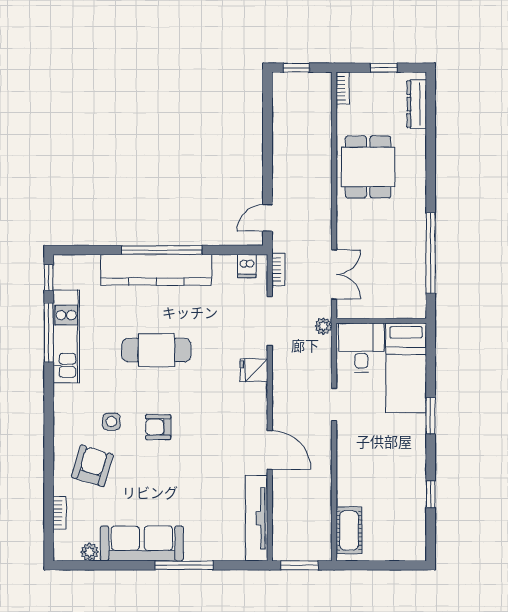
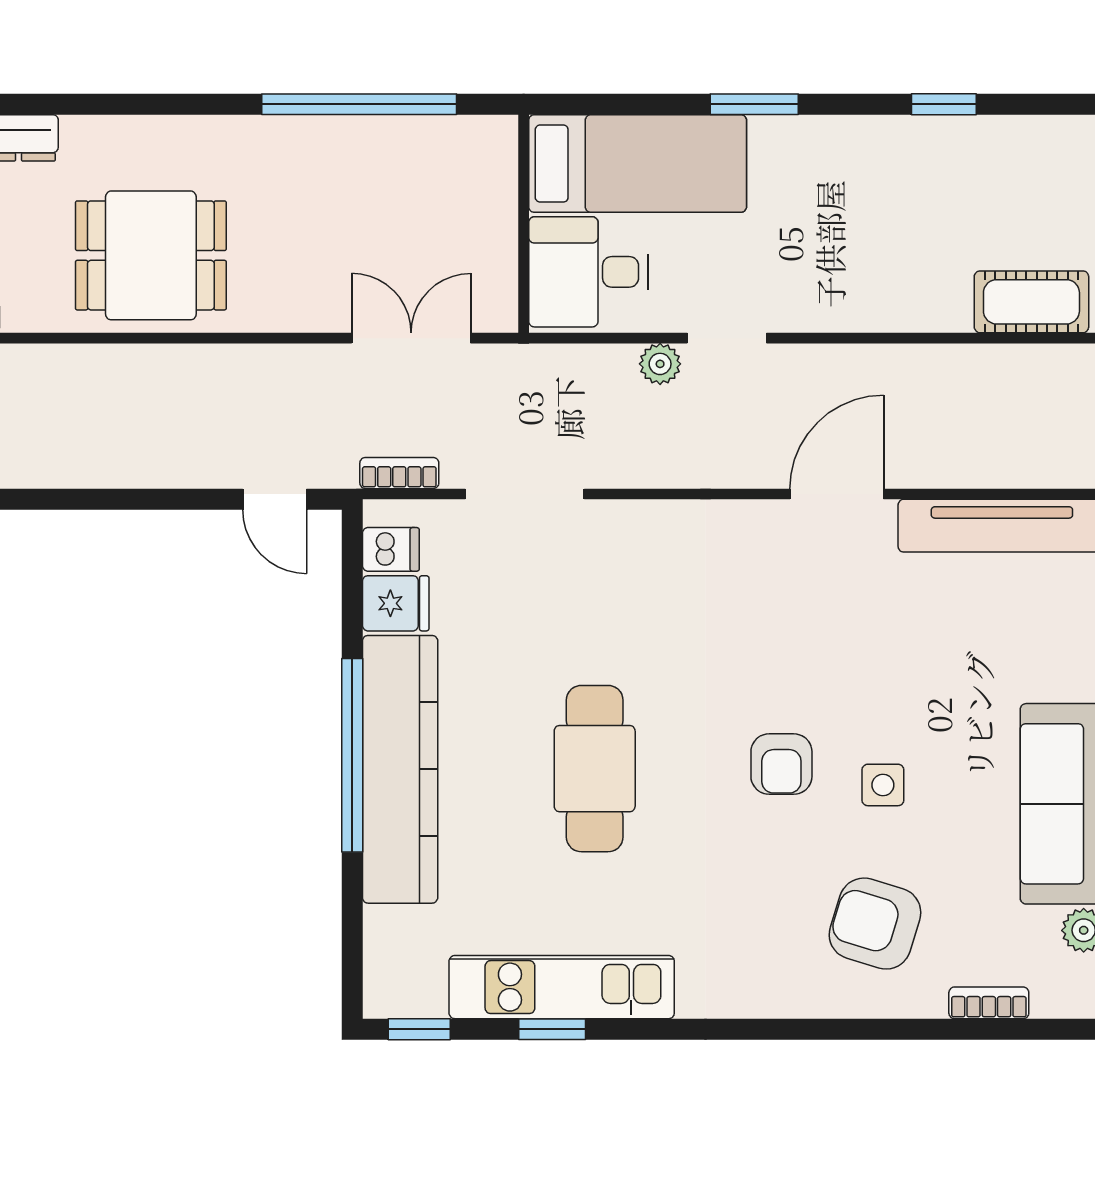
plant: (323, 326) -> (660, 364), moved
window: (49, 333) -> (552, 1029), width x0.46
fridge: (254, 370) -> (396, 603), moved, turned -90
side table: (111, 422) -> (883, 785), moved

